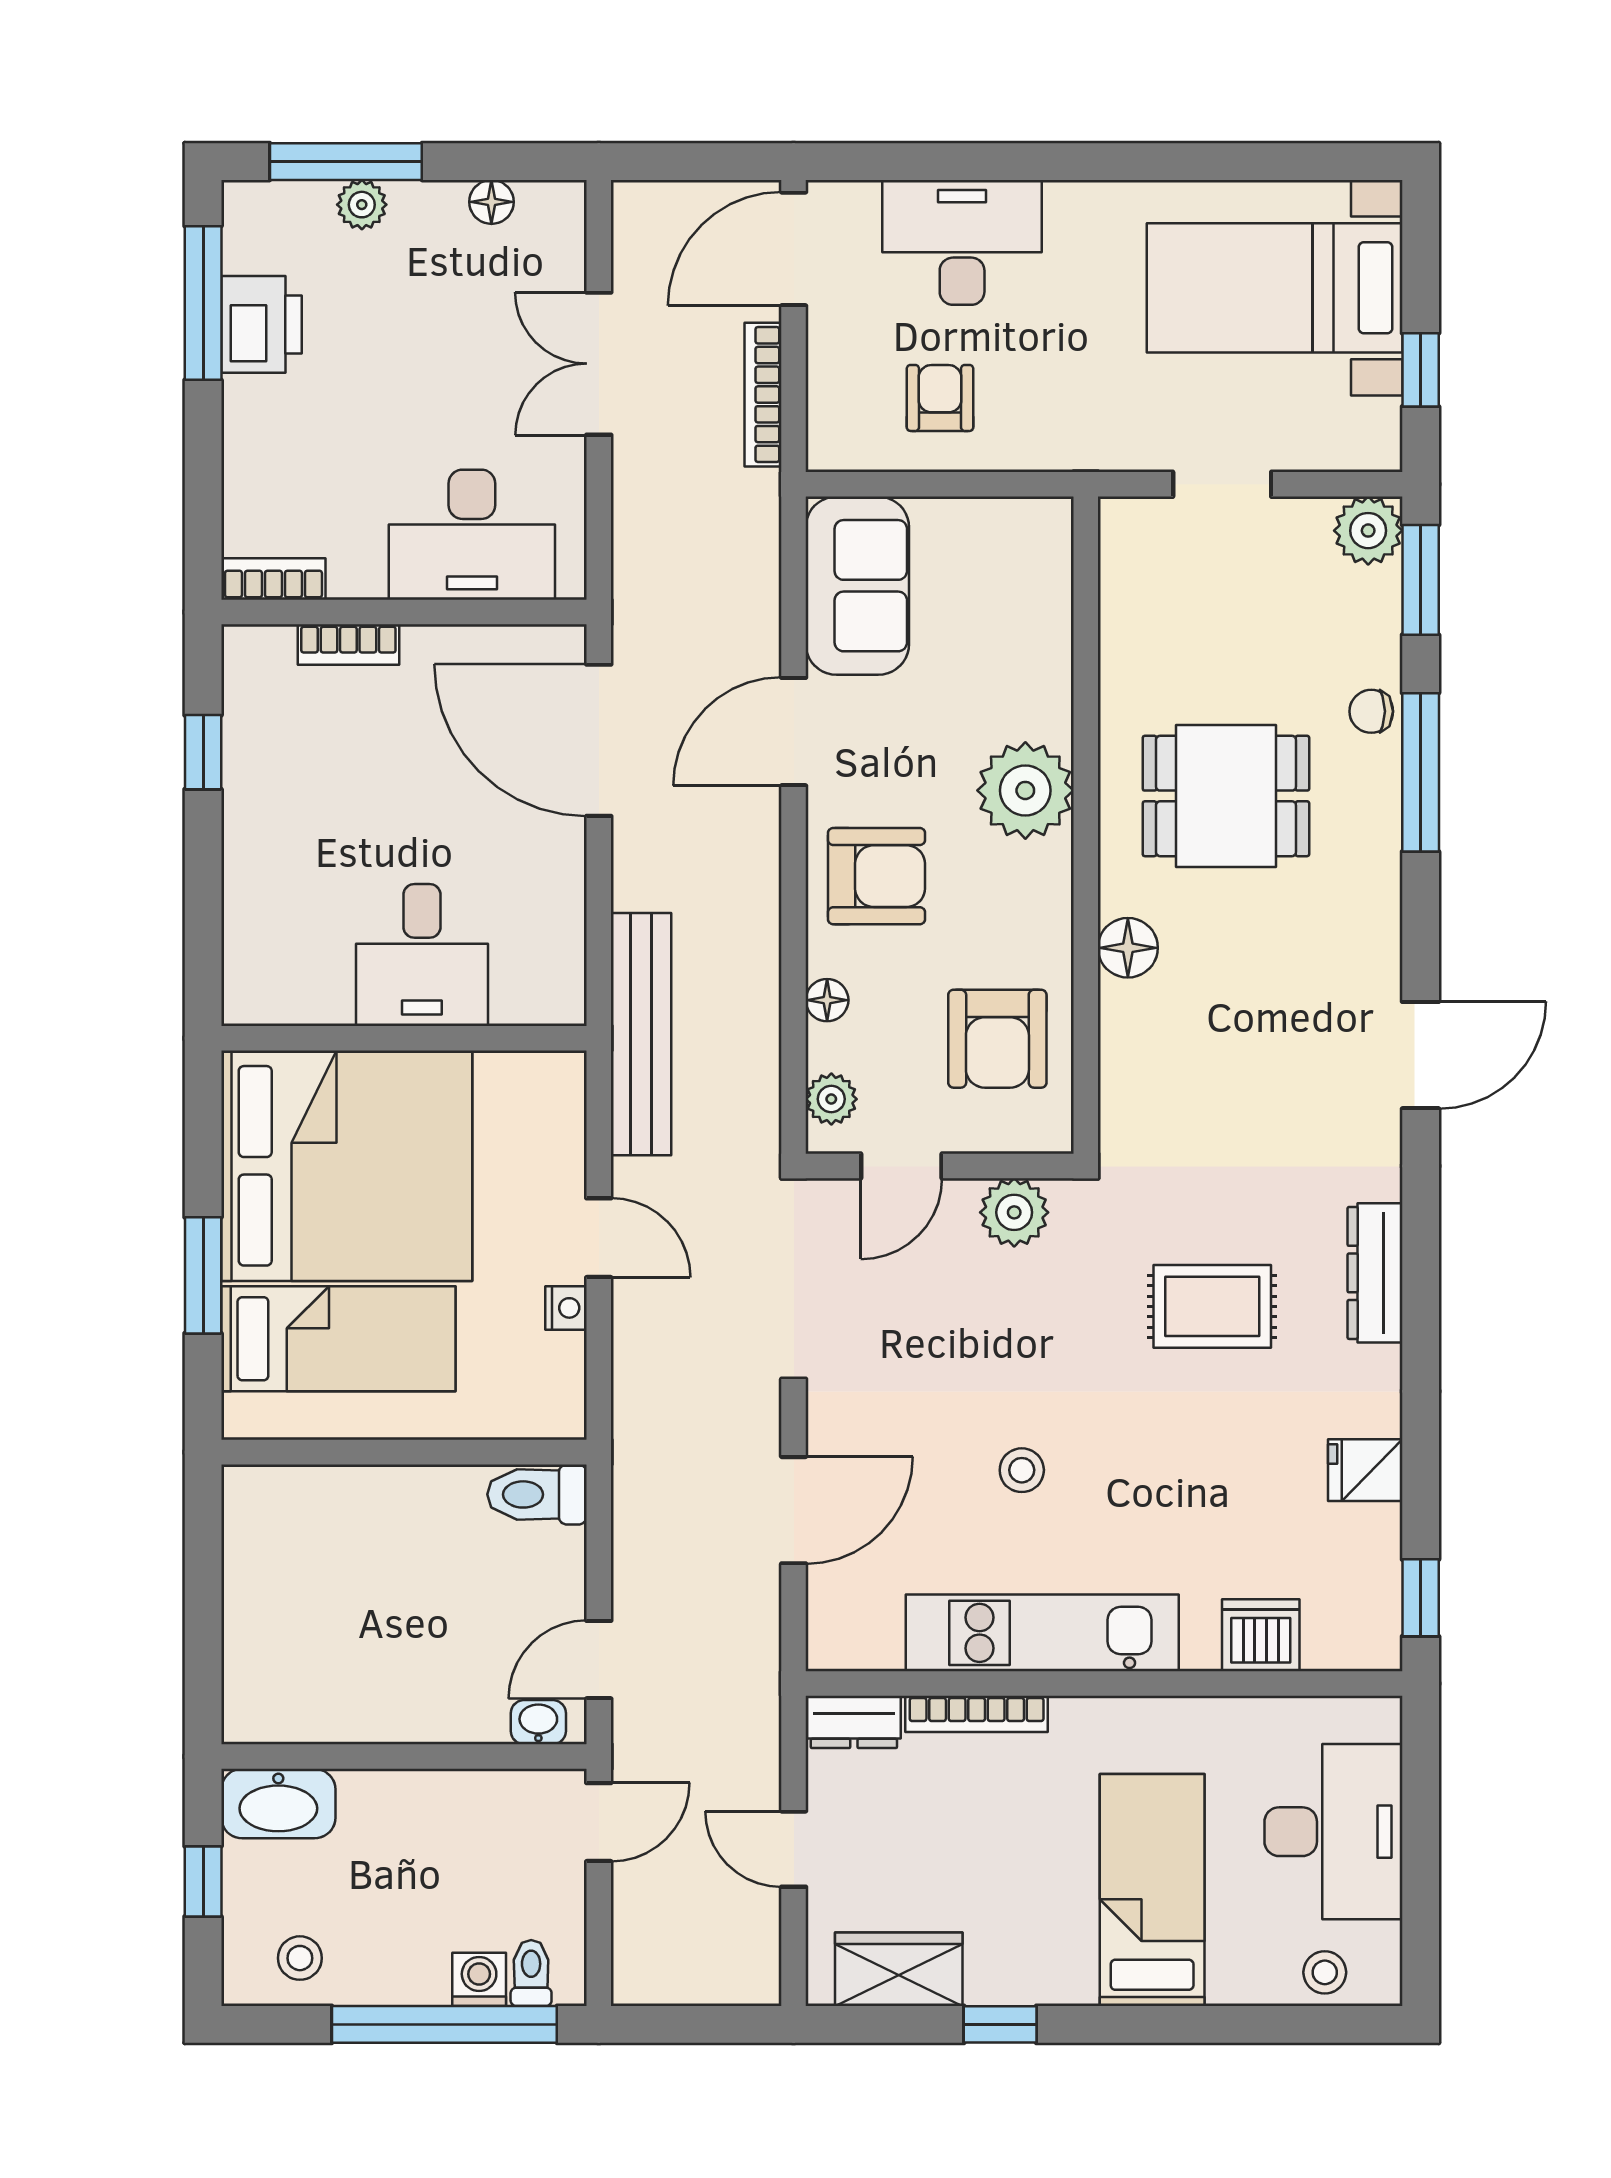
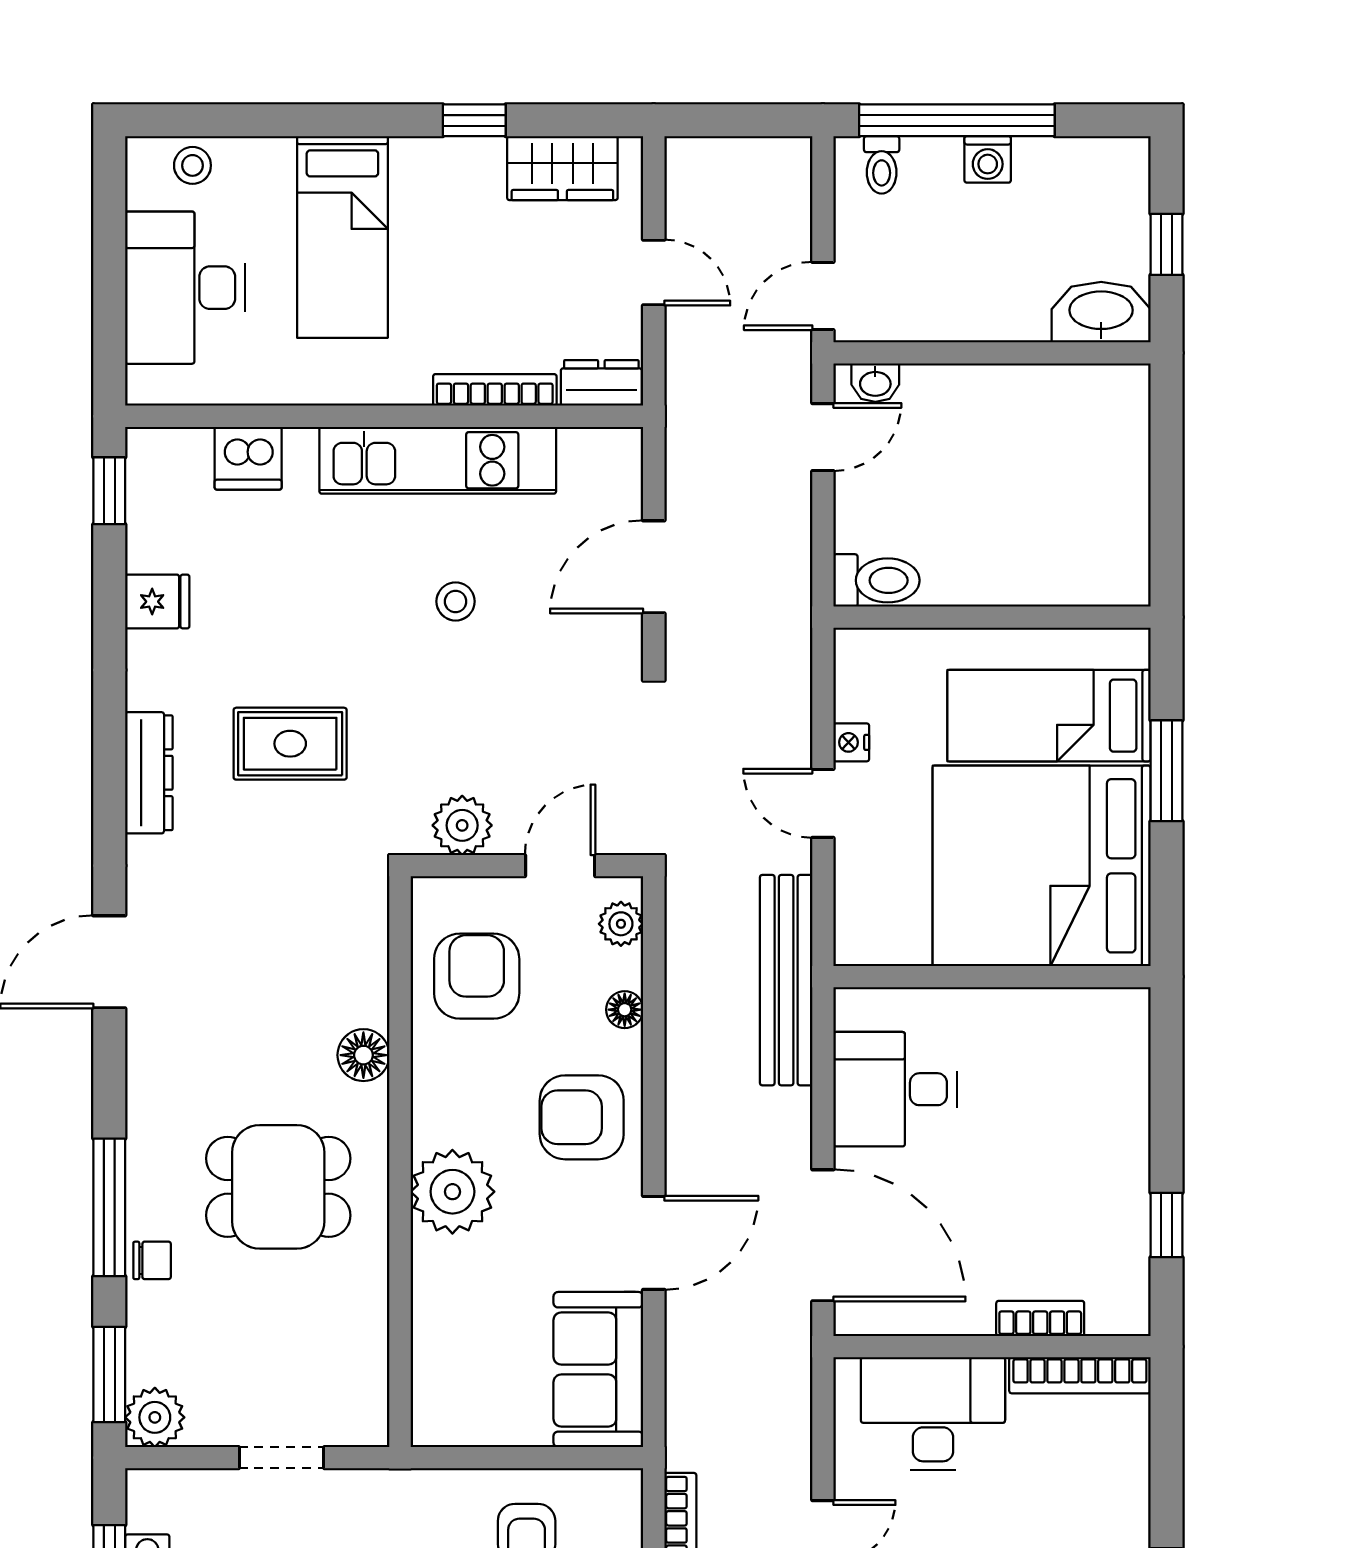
bookcase: (273, 579) -> (1080, 1375), width x1.56
desk: (422, 955) -> (895, 1089), moved, turned -90
stool: (300, 1958) -> (1082, 178), removed
washing machine: (479, 1979) -> (988, 159), moved

